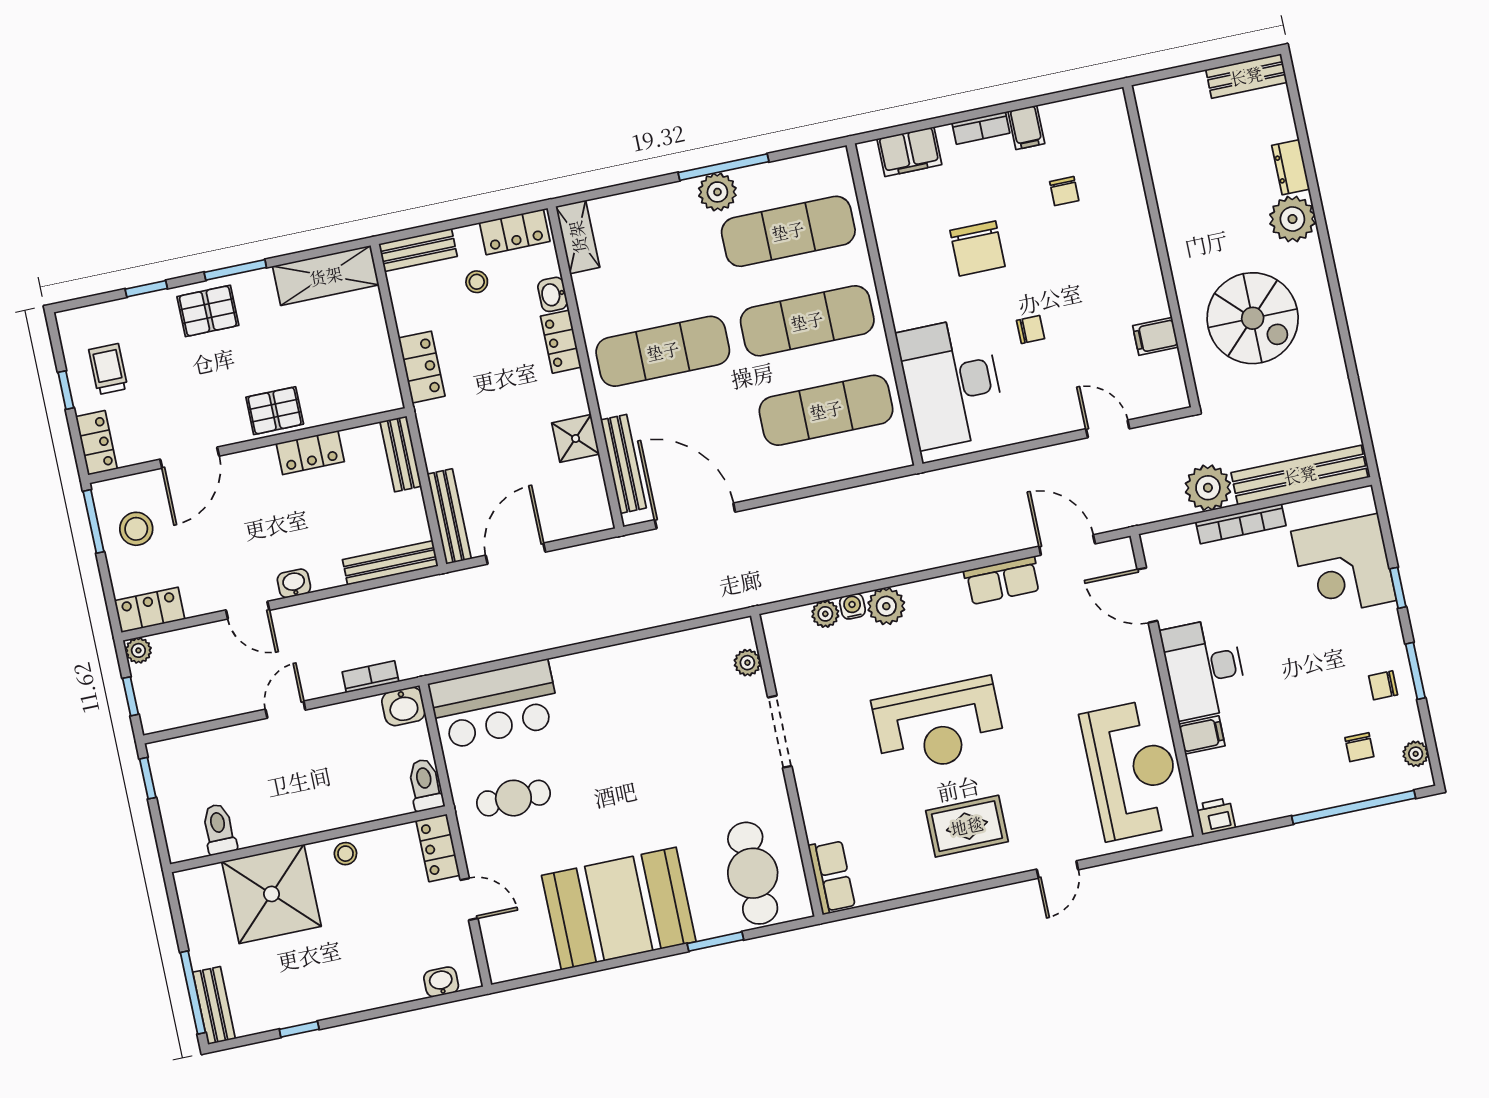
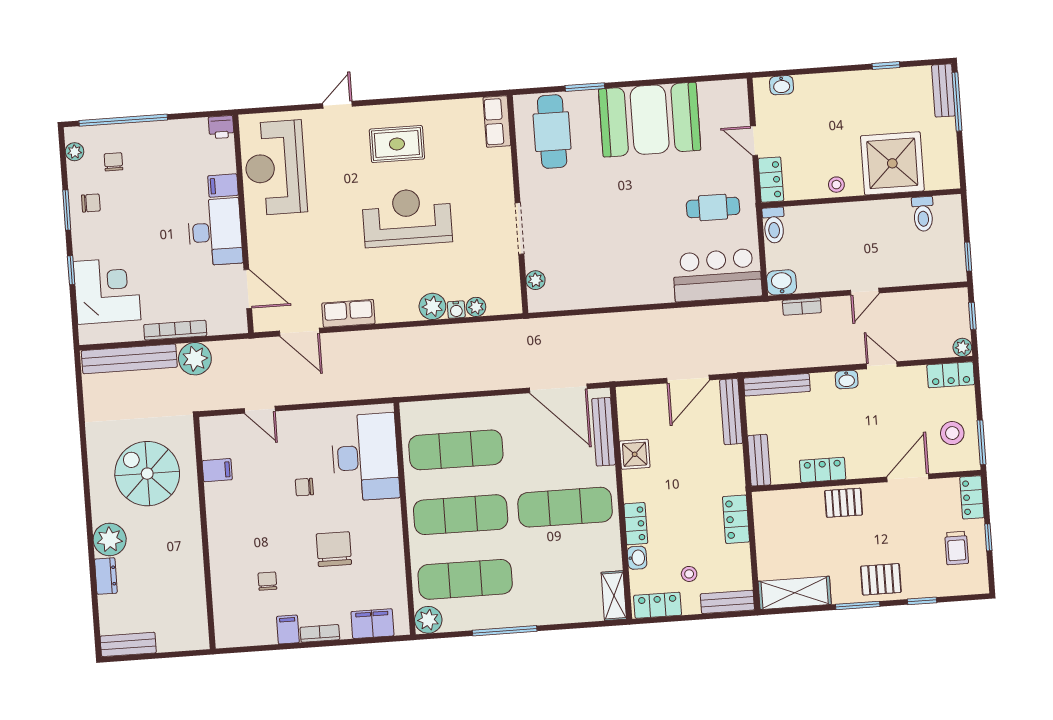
plant: (717, 192) -> (428, 620), moved

